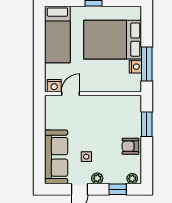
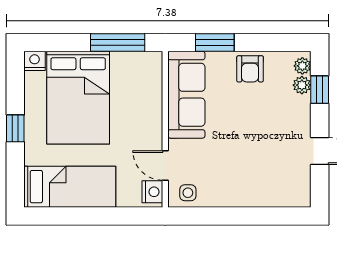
nightstand: (135, 67) -> (35, 61), moved
sofa: (56, 157) -> (186, 95), moved, turned 90
side table: (86, 157) -> (188, 193), moved
plant: (97, 178) -> (302, 85), moved

